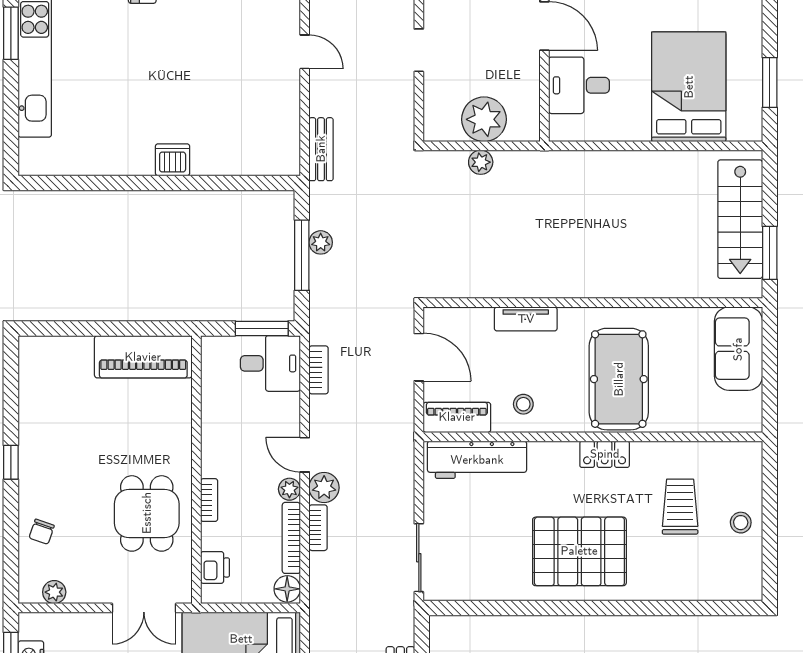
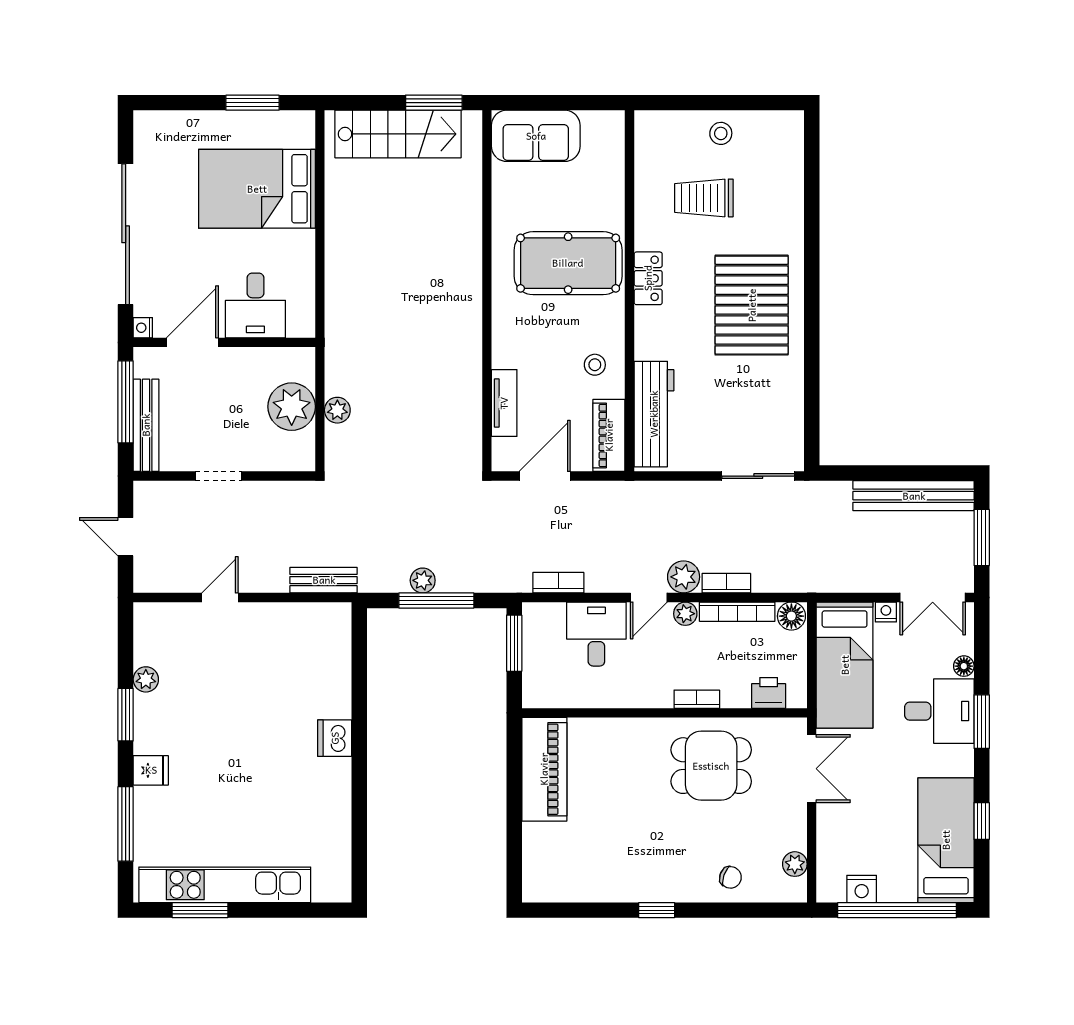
tv unit: (526, 319) -> (504, 403), moved
desk: (270, 363) -> (596, 634), moved

